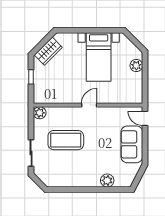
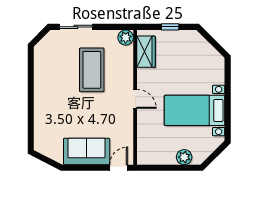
wardrobe: (48, 51) -> (146, 52), moved, turned -135
plant: (107, 180) -> (42, 121), removed

